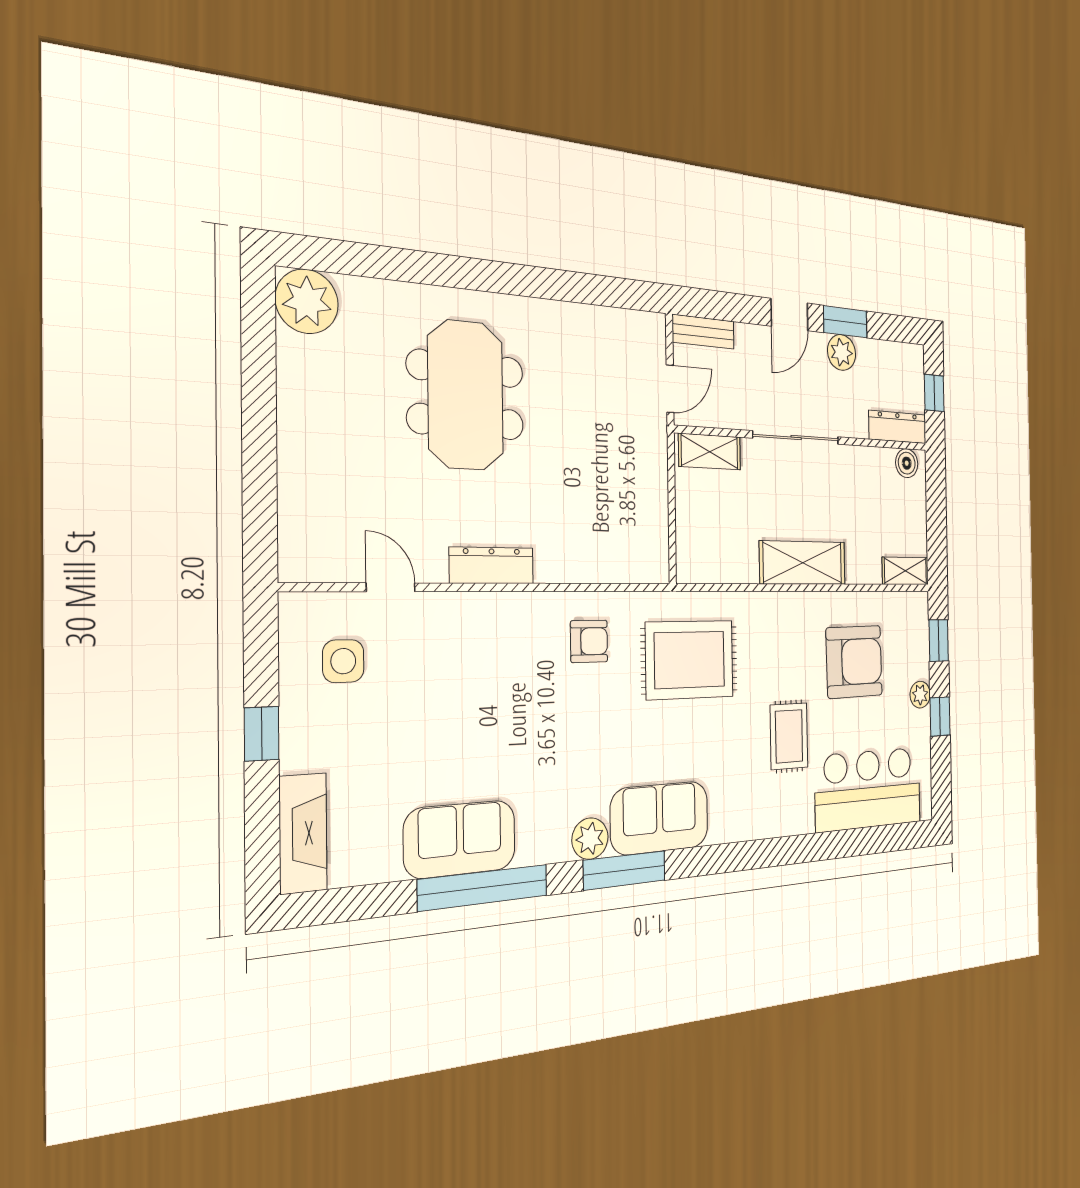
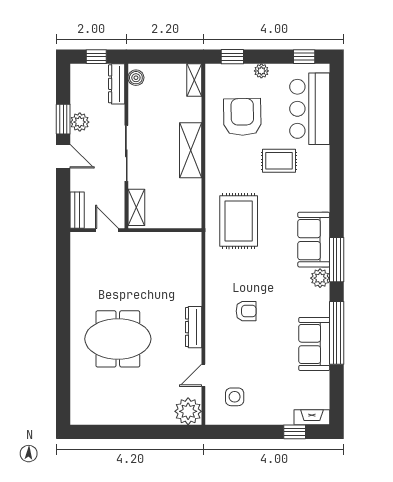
plant: (307, 301) -> (188, 411), moved
armchair: (589, 641) -> (246, 311), moved, turned 90
window: (940, 716) -> (304, 57), moved
window: (262, 734) -> (295, 432), moved
fireplace: (303, 833) -> (312, 417), width x0.73, depth x0.76

